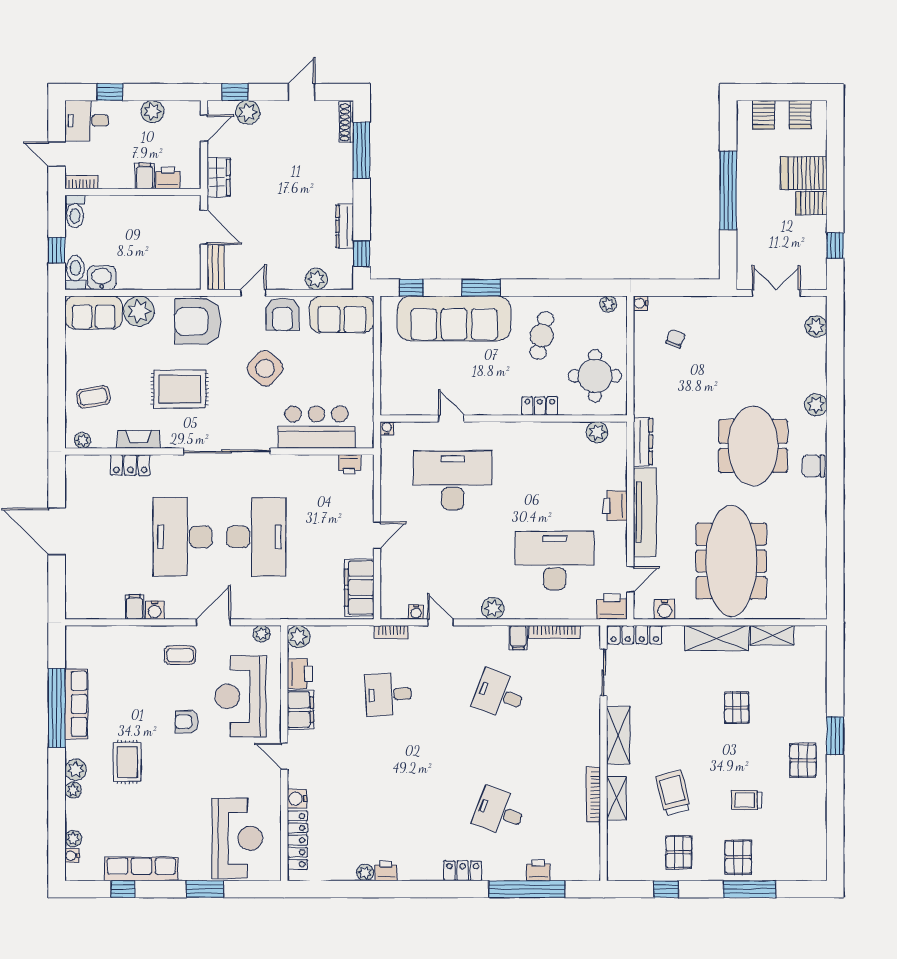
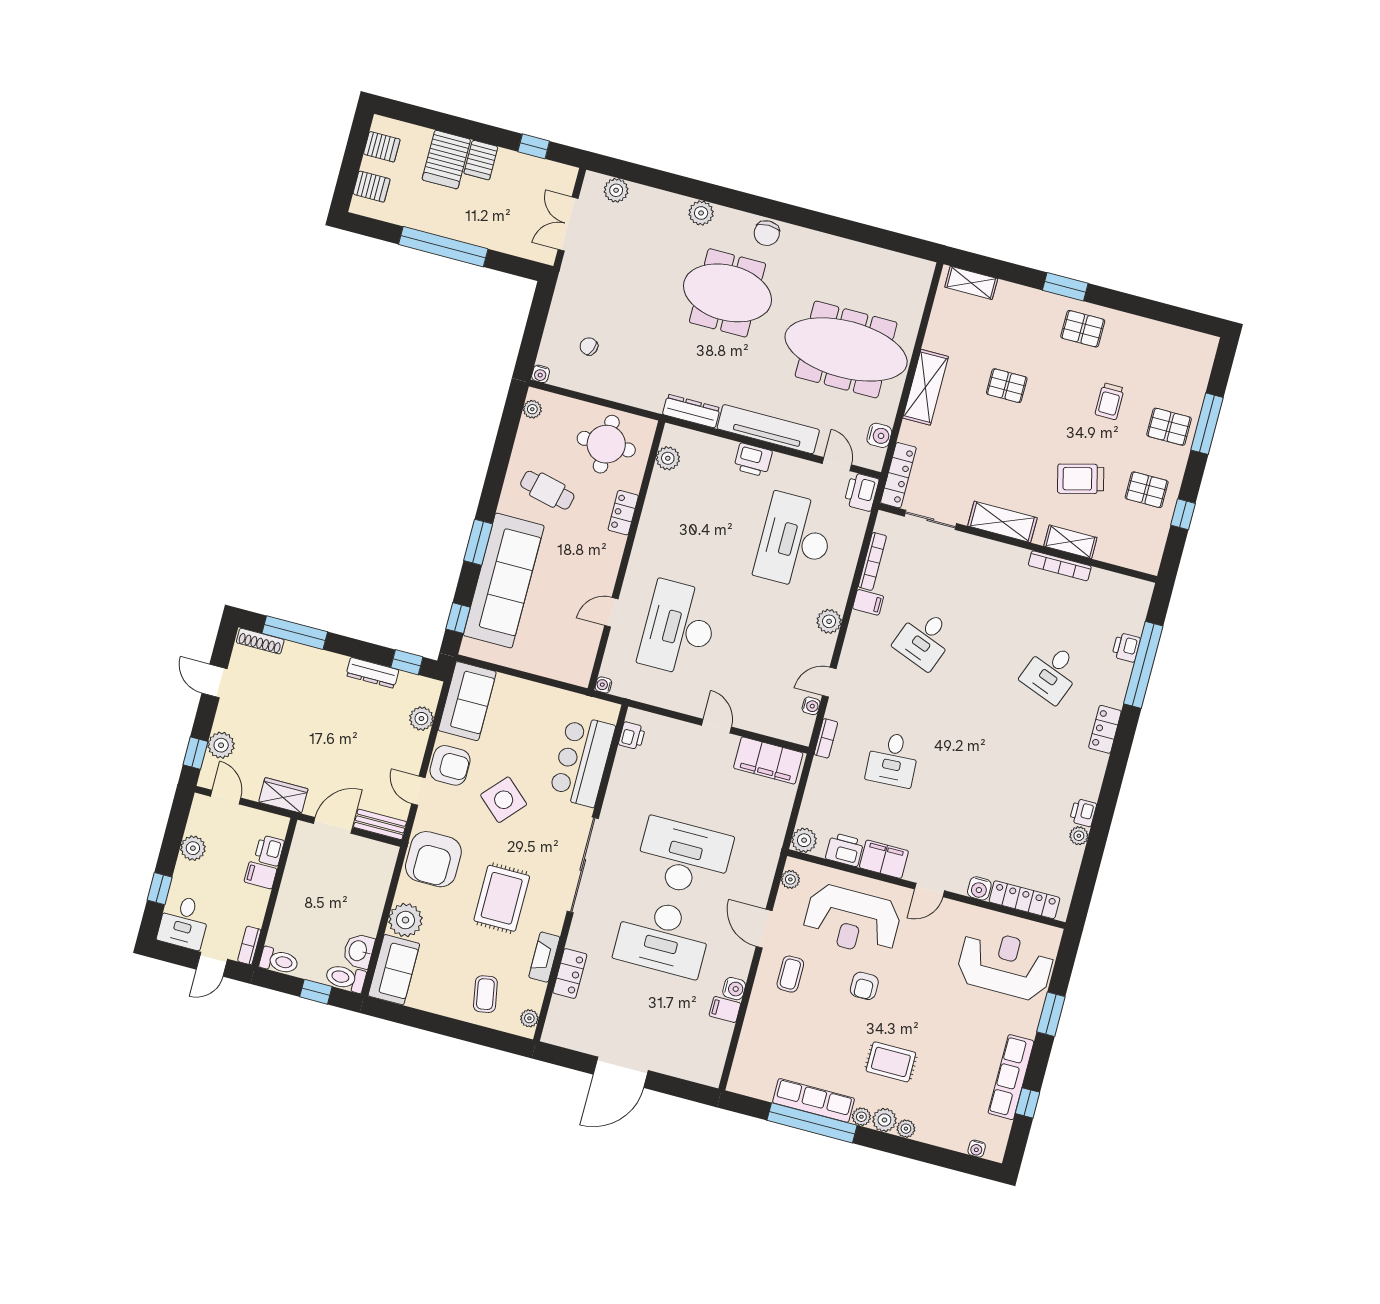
shelving: (772, 635) -> (971, 283), moved, turned 90
plant: (73, 839) -> (861, 1117), moved

